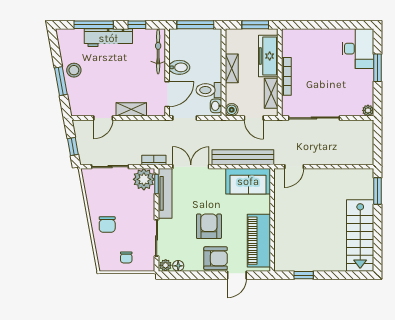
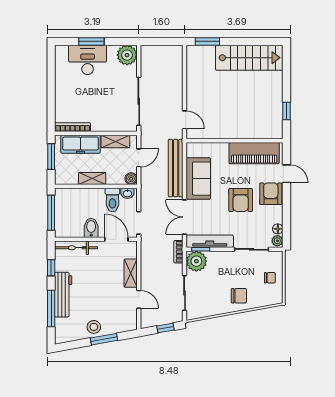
desk: (358, 49) -> (88, 60), moved
bookcase: (286, 76) -> (73, 127), moved
plant: (368, 110) -> (127, 55), width x1.87, depth x1.87
sofa: (248, 181) -> (198, 179), moved
armchair: (209, 226) -> (241, 200), turned -90

